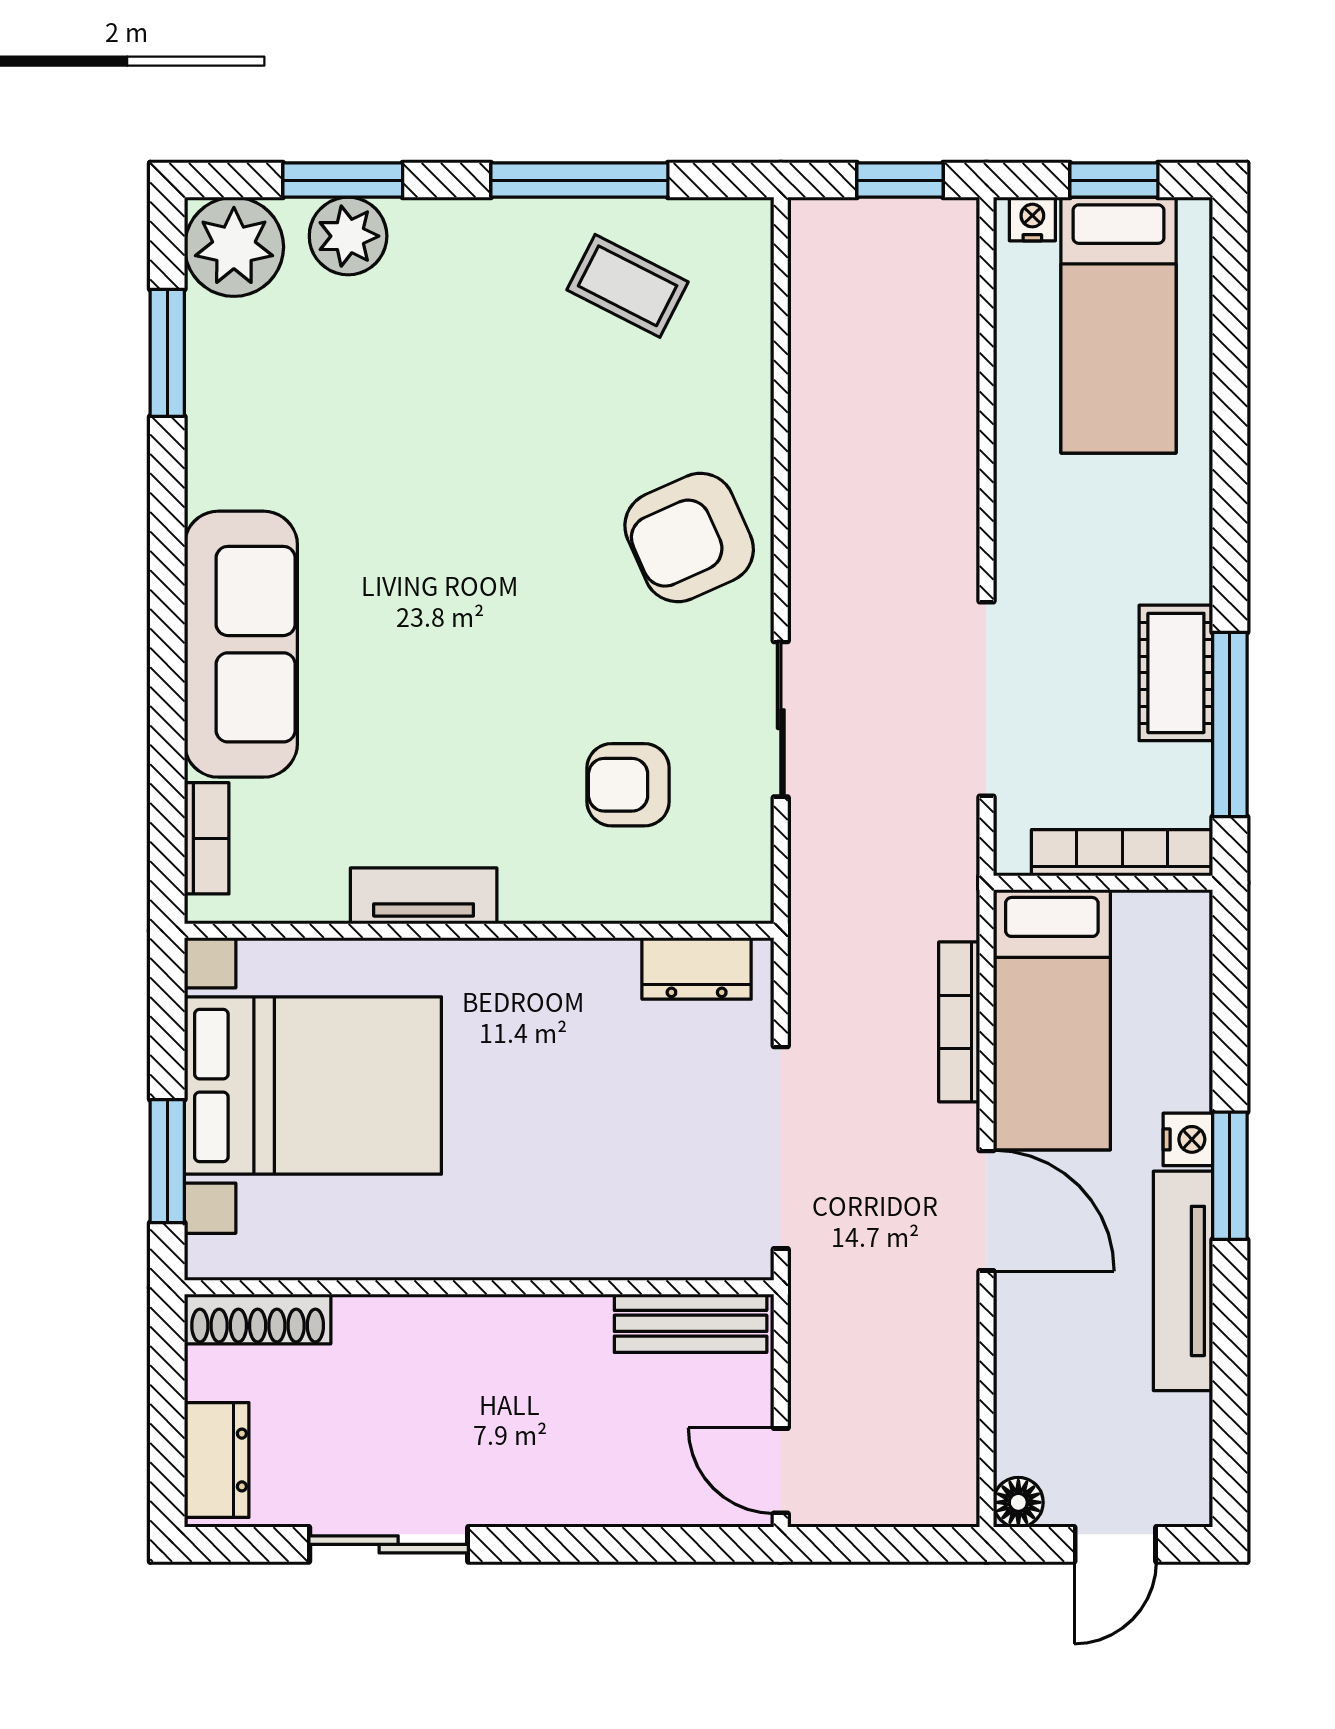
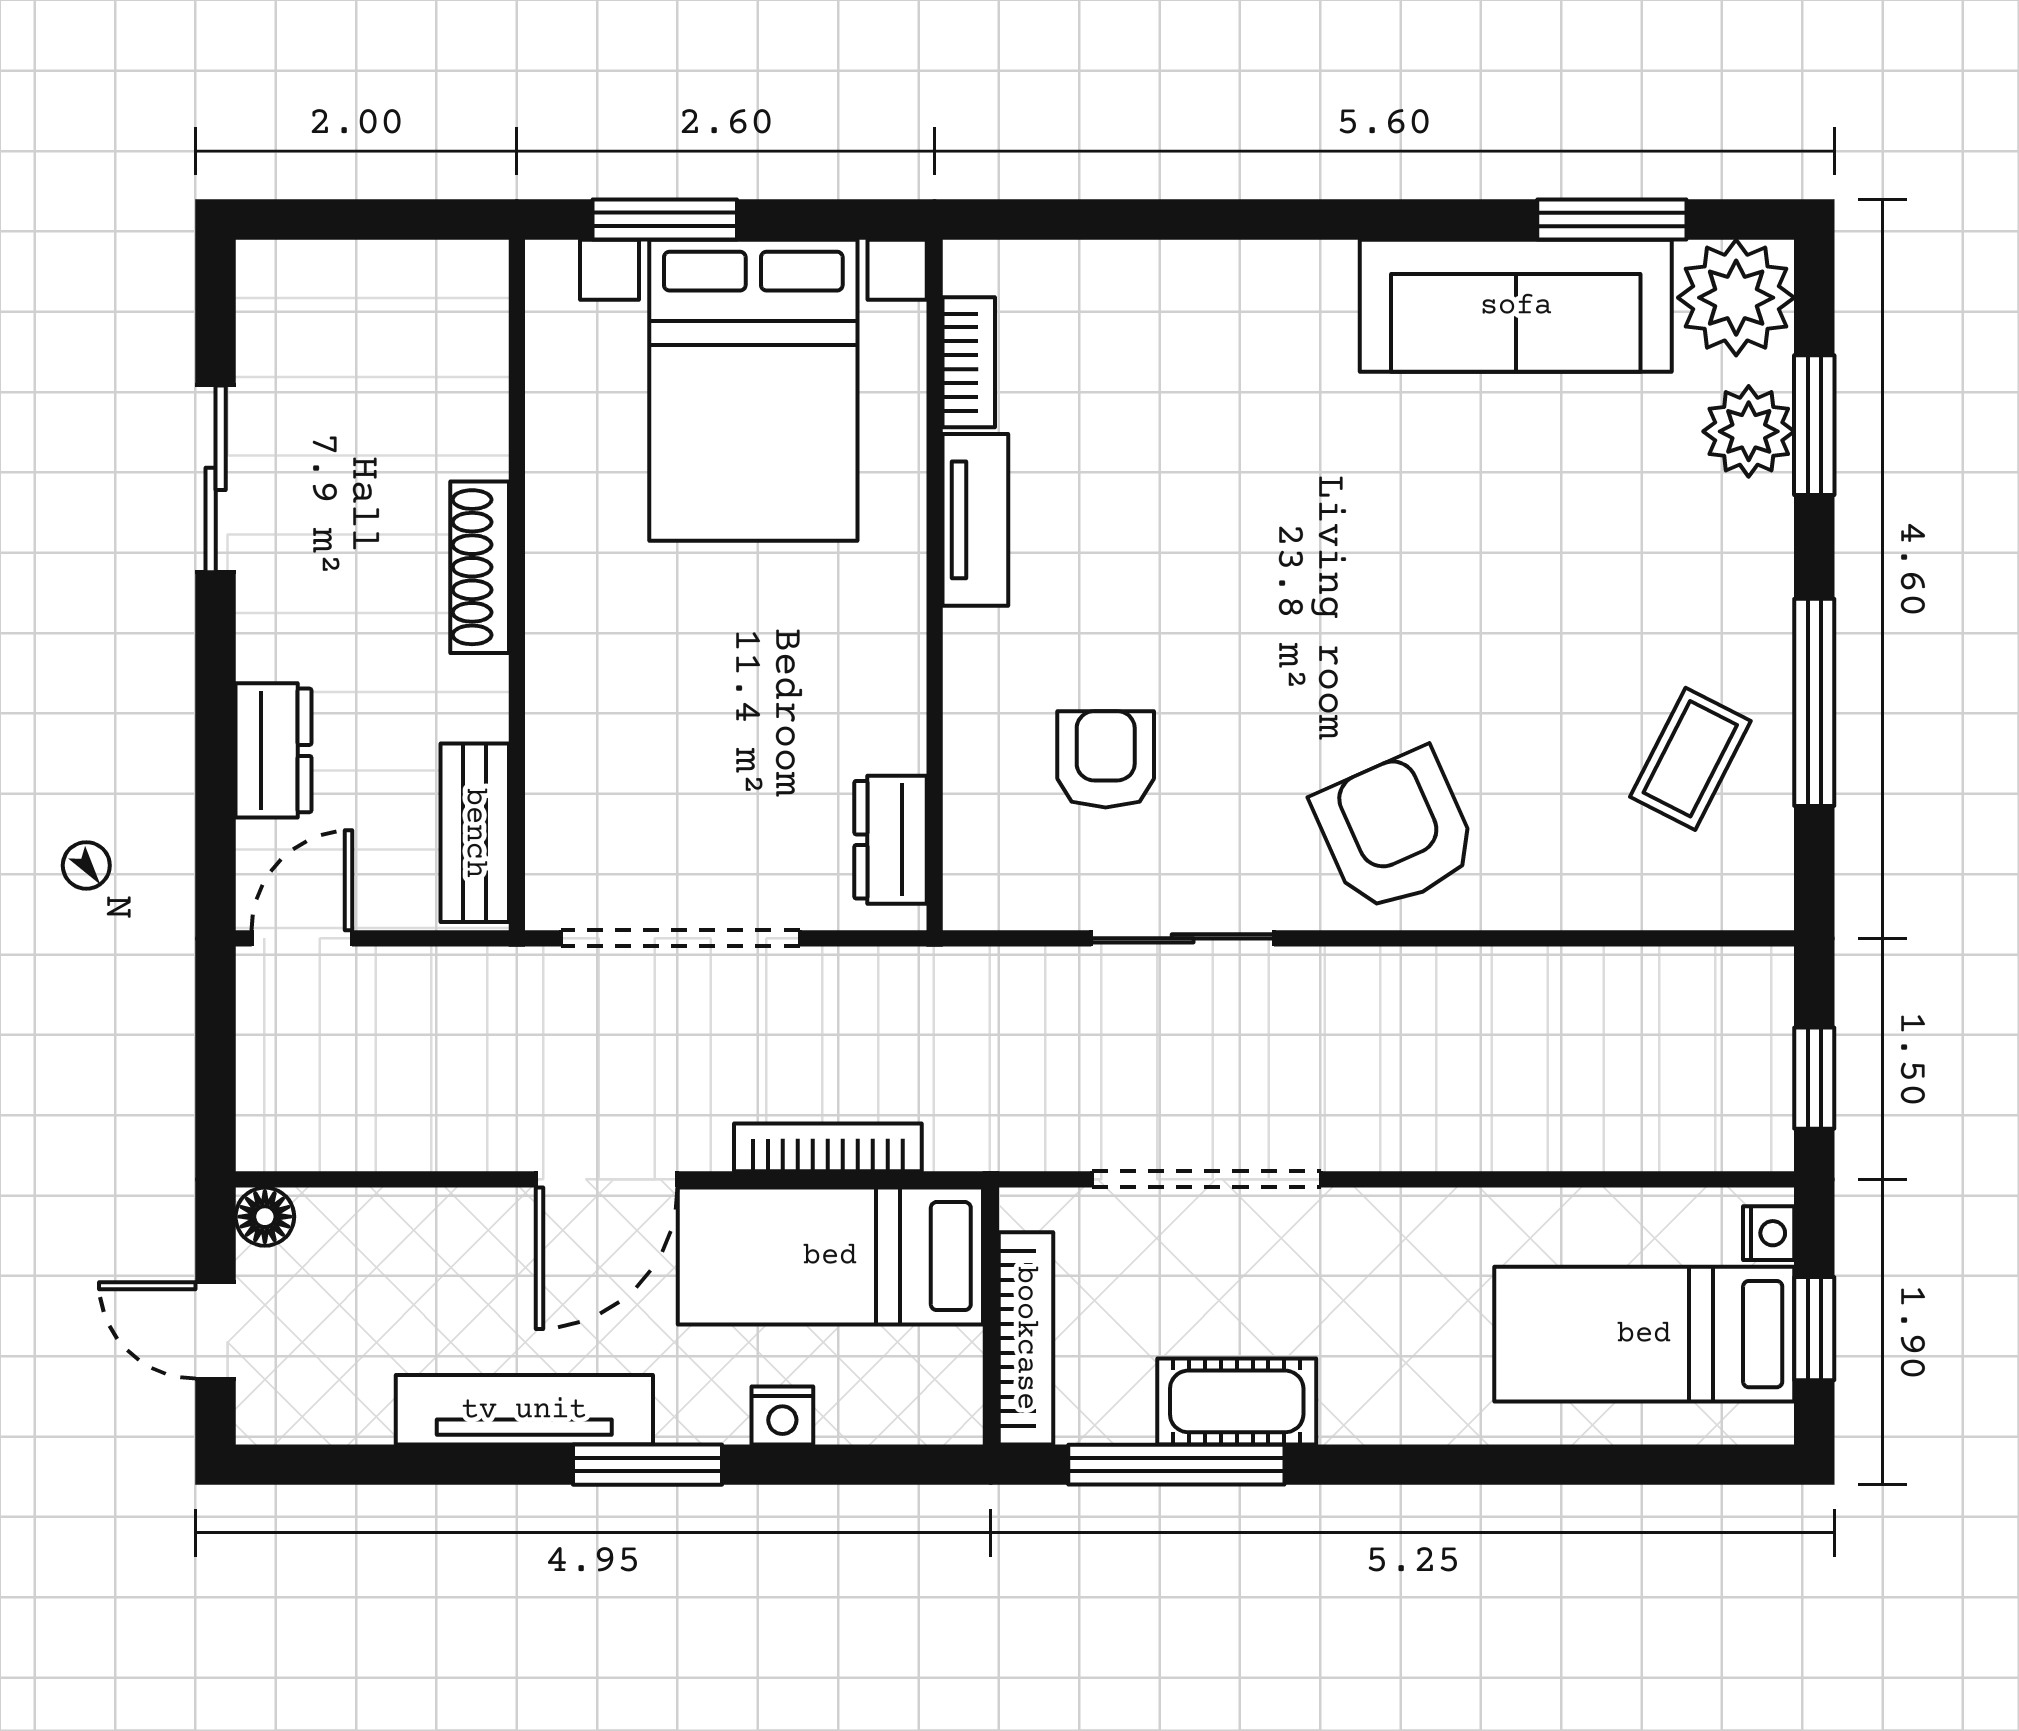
sofa: (241, 644) -> (1516, 306), moved
bookcase: (207, 838) -> (969, 362), moved, turned -90
nightstand: (1188, 1139) -> (782, 1415), moved
shoe rack: (258, 1319) -> (480, 567), moved
dresser: (217, 1460) -> (274, 750), moved, turned -90

